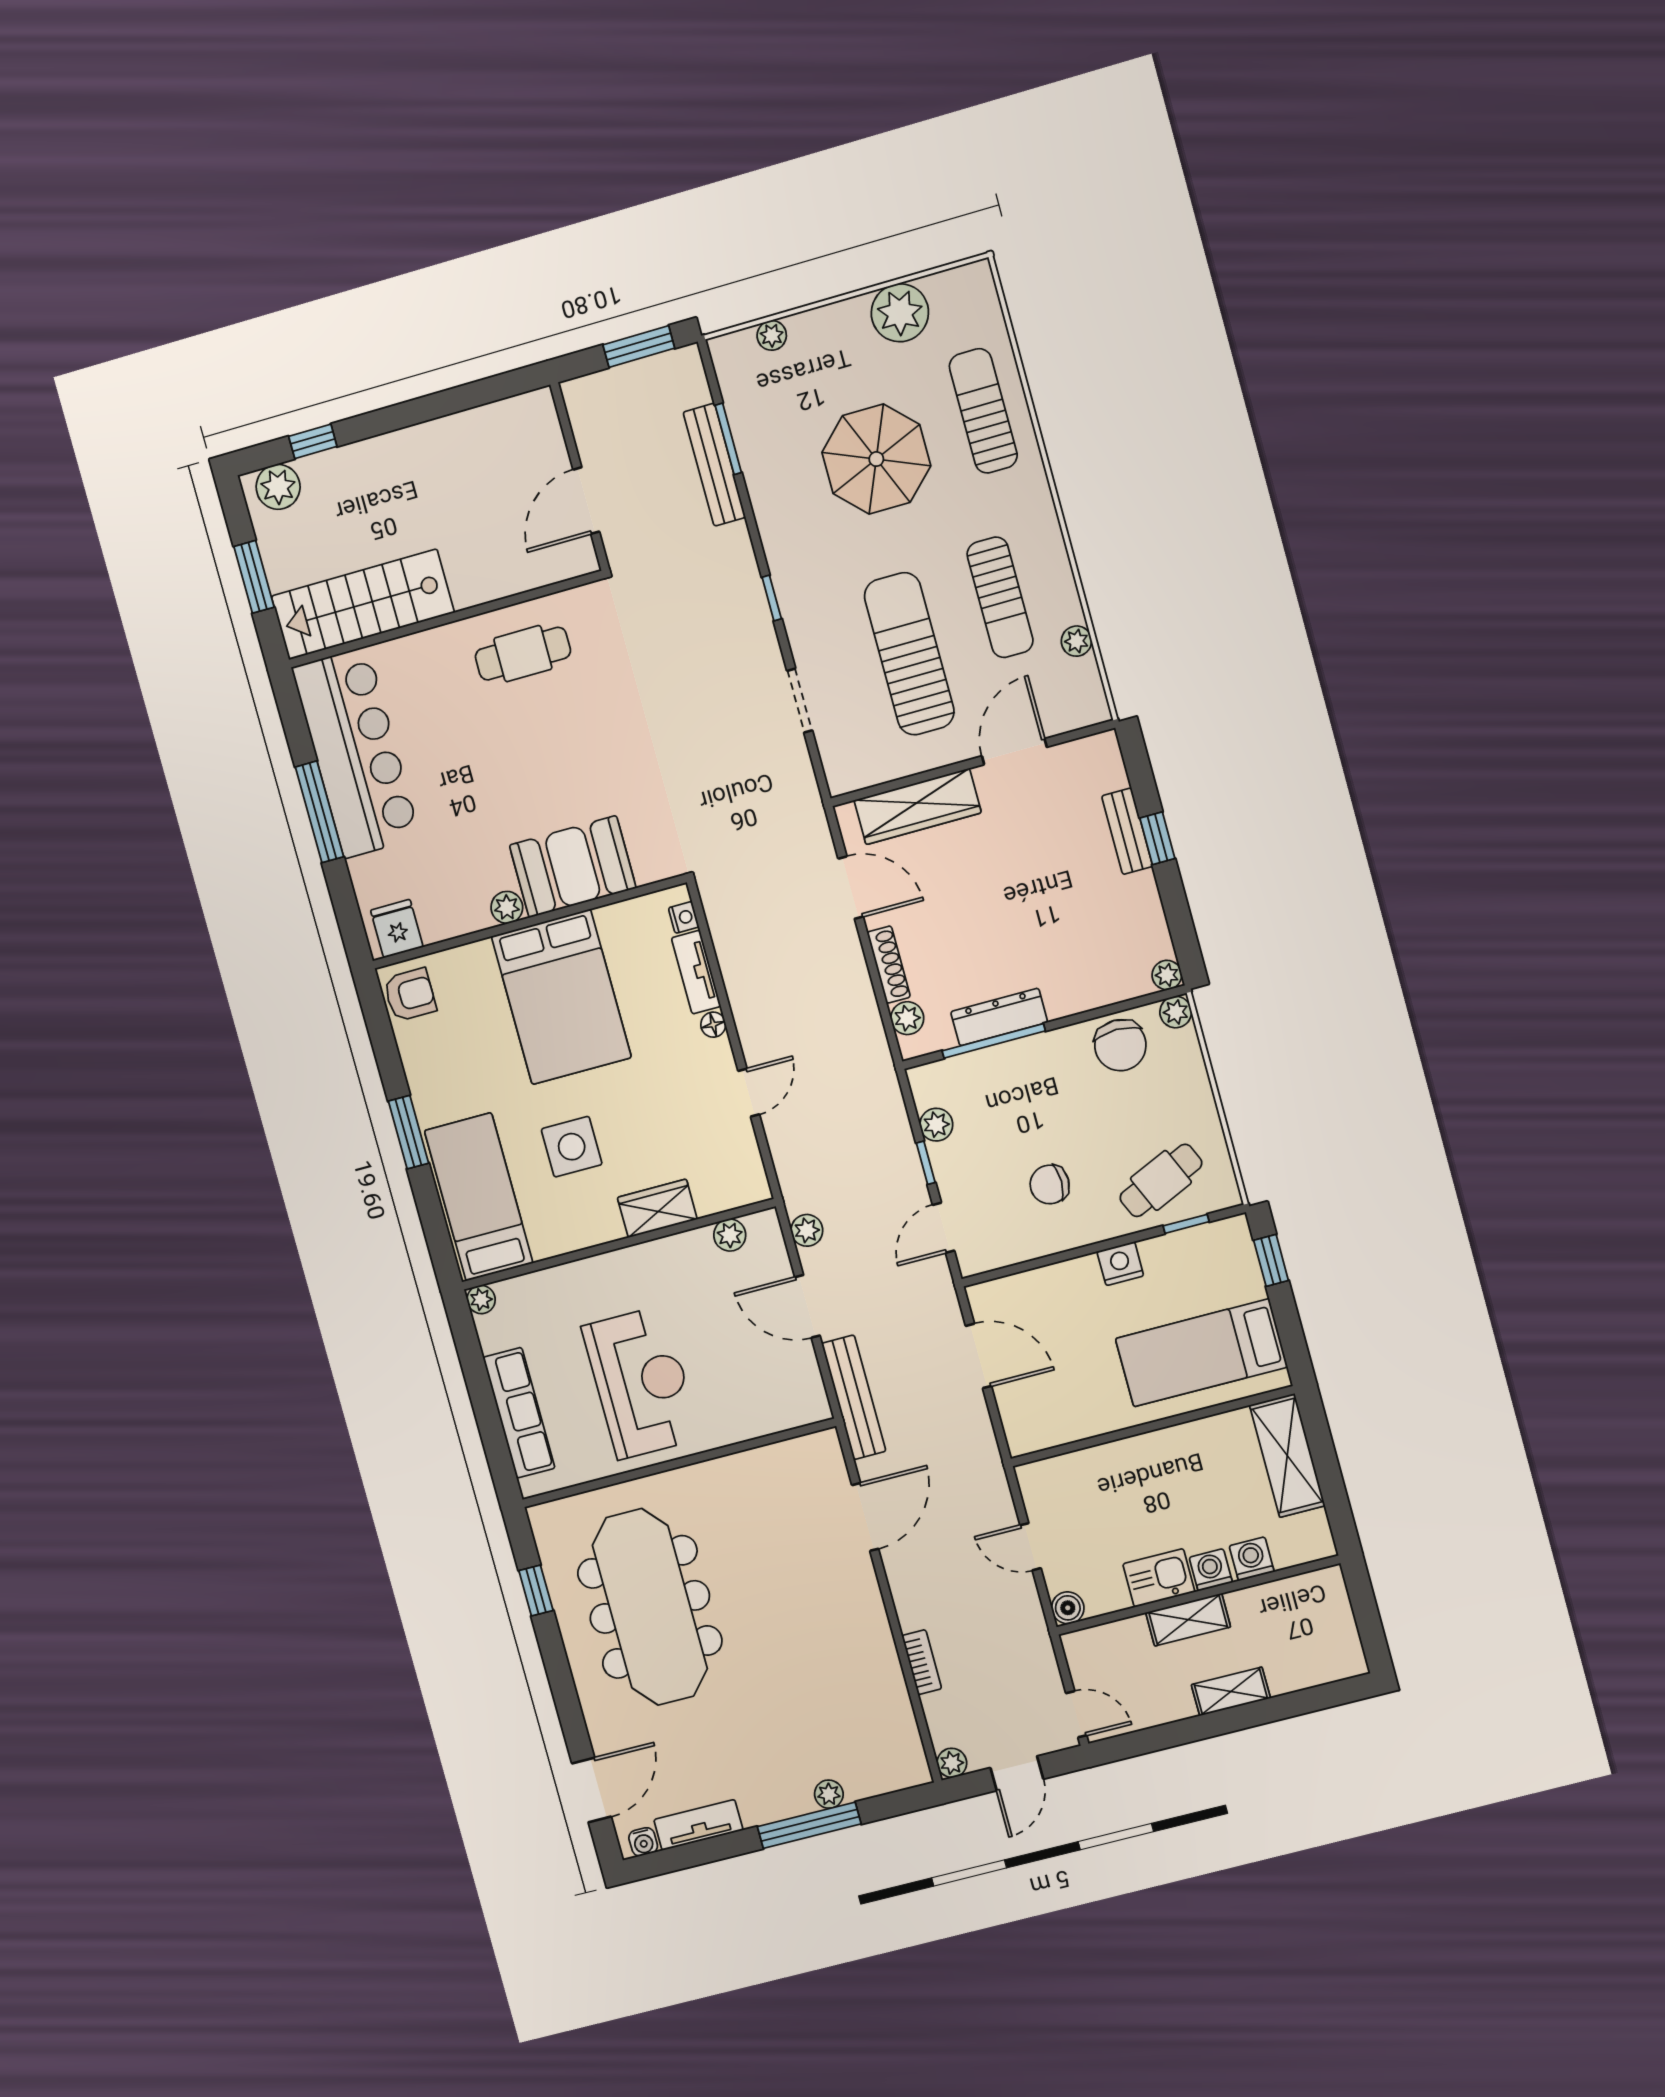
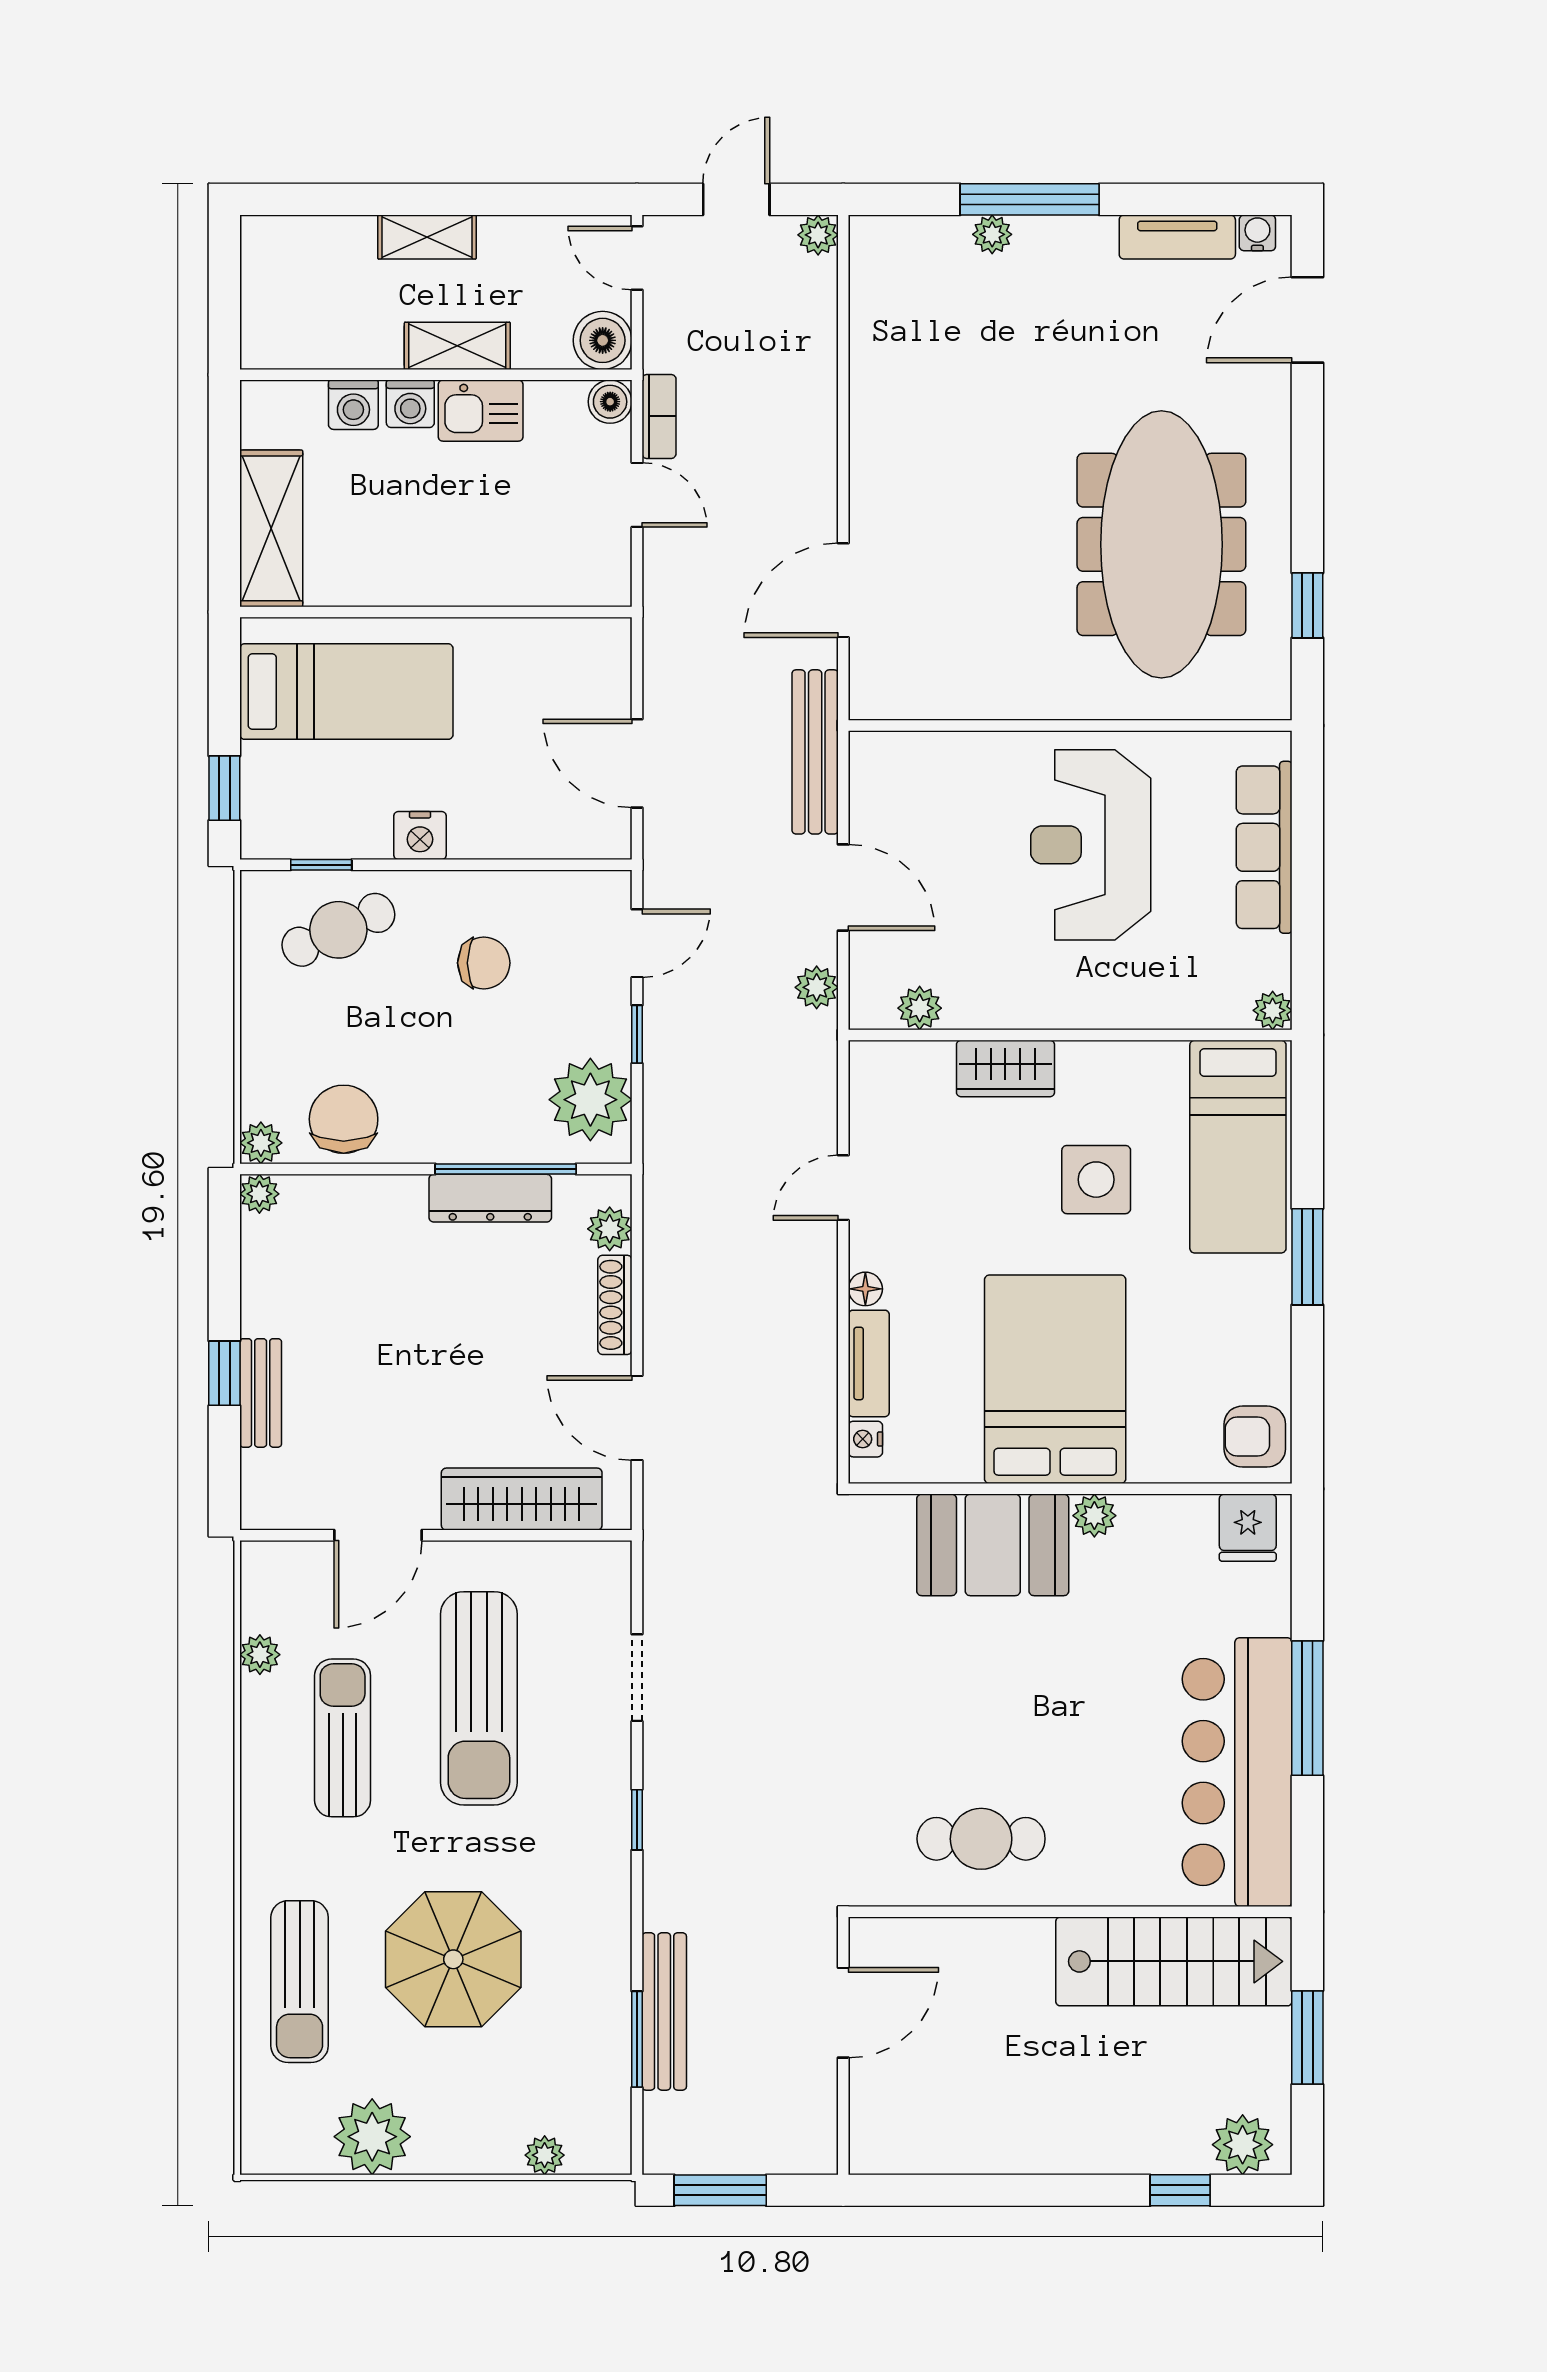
plant: (936, 1125) -> (590, 1100), width x1.87, depth x1.87
boiler: (1085, 1650) -> (603, 340), added
bookcase: (922, 1662) -> (659, 416), moved, turned 180

